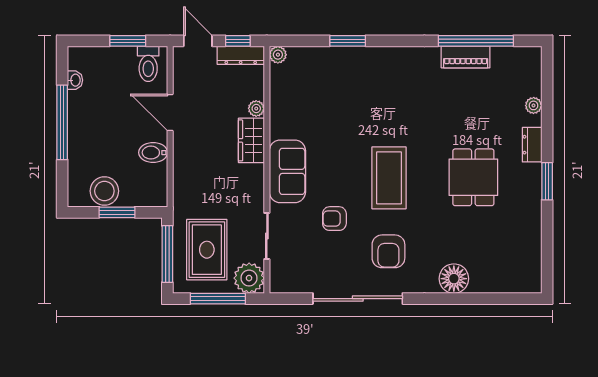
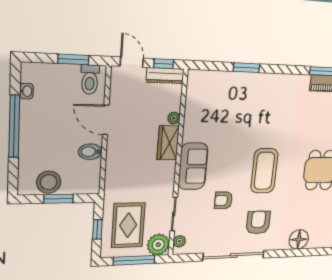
plant: (278, 55) -> (179, 241), moved
armchair: (388, 251) -> (258, 222), turned 180
window: (167, 254) -> (97, 229), width x0.46

